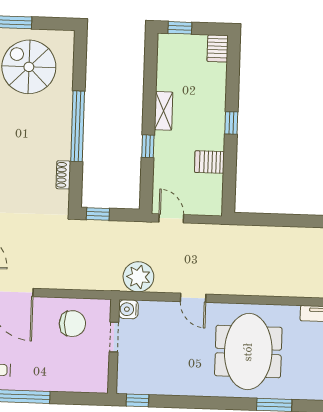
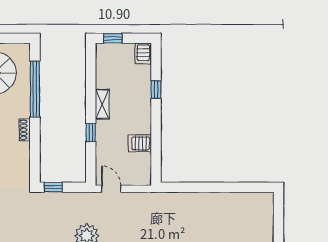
window: (231, 123) -> (156, 90), moved
window: (78, 126) -> (35, 89), moved
shoe rack: (63, 175) -> (25, 130), moved

